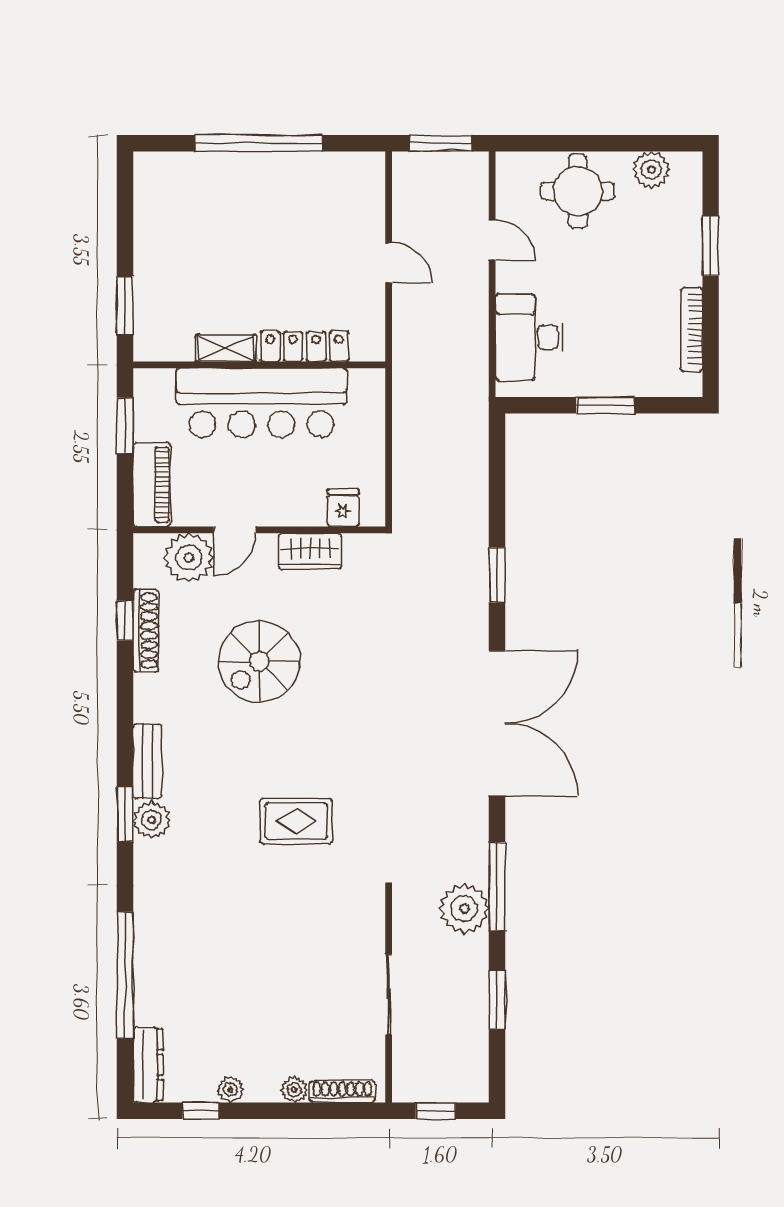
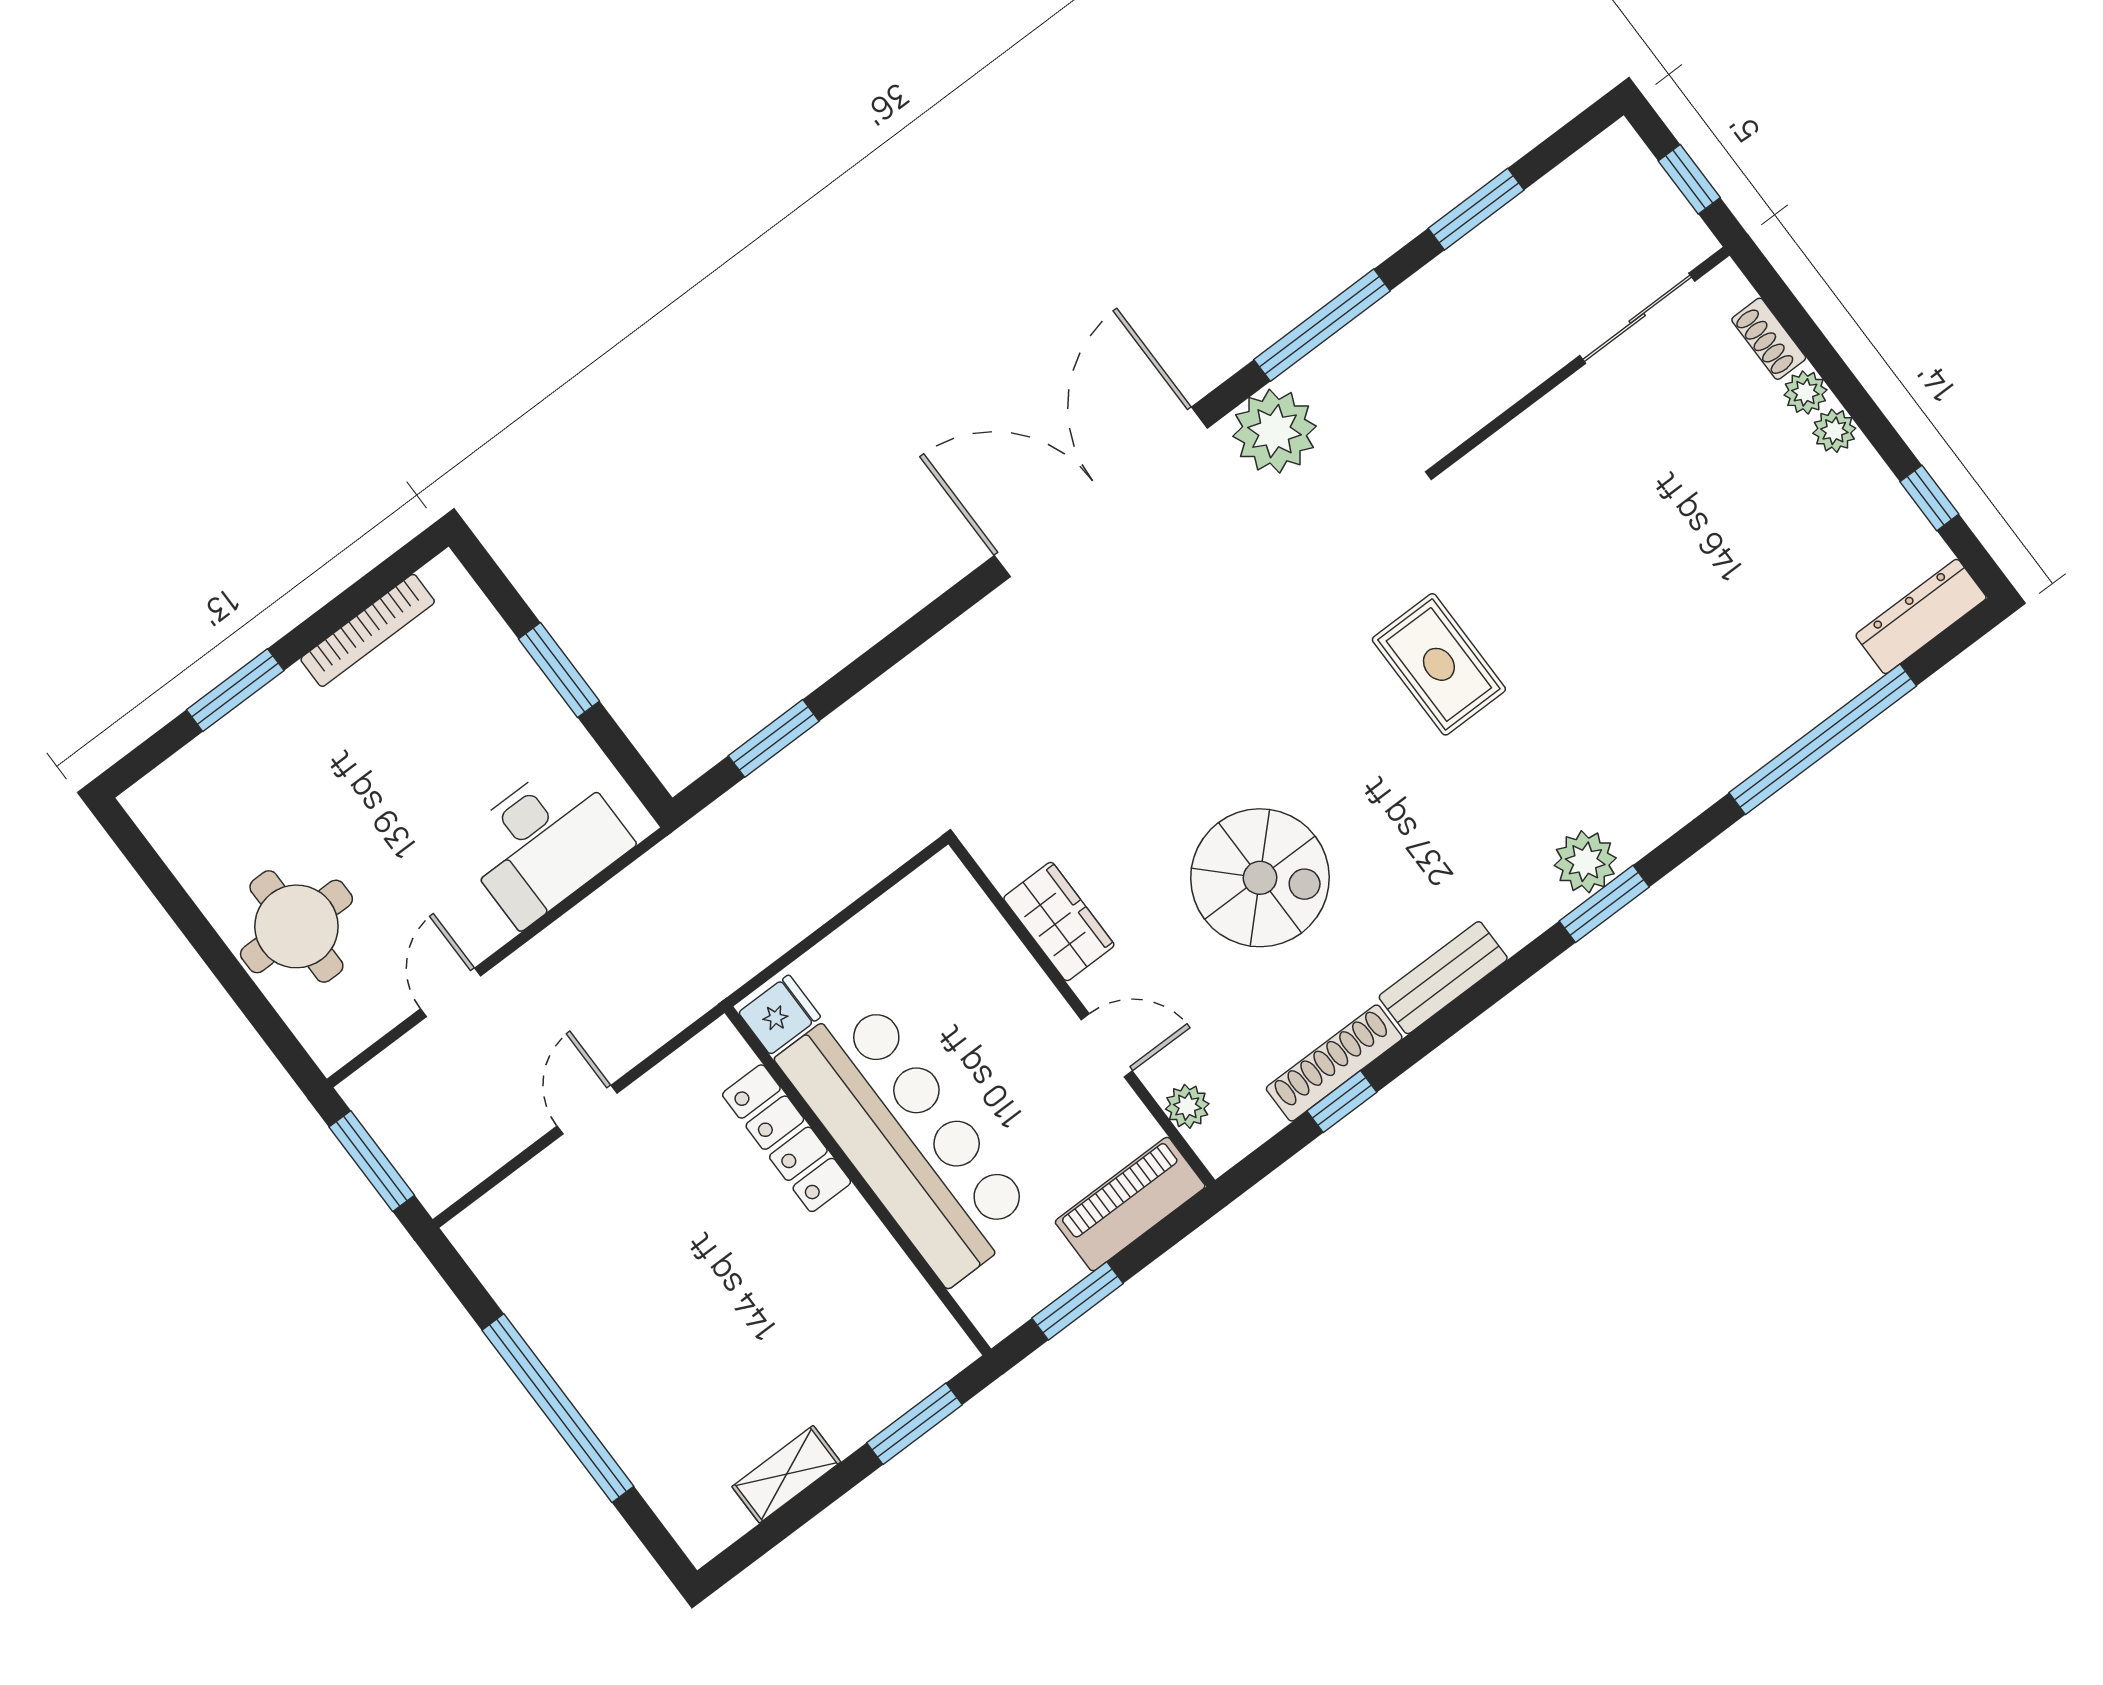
plant: (651, 170) -> (192, 848), removed
shelving: (226, 348) -> (786, 1474), moved, turned 90
fridge: (343, 508) -> (780, 1015), moved, turned 180
plant: (189, 558) -> (1187, 1106), width x0.53, depth x0.53
window: (497, 575) -> (774, 738), moved
bench: (147, 761) -> (1443, 978), moved
plant: (464, 909) -> (1274, 431), moved
sliding door: (389, 994) -> (1637, 318), moved
plant: (230, 1090) -> (1834, 431), moved
shoe rack: (342, 1091) -> (1769, 339), width x0.70

